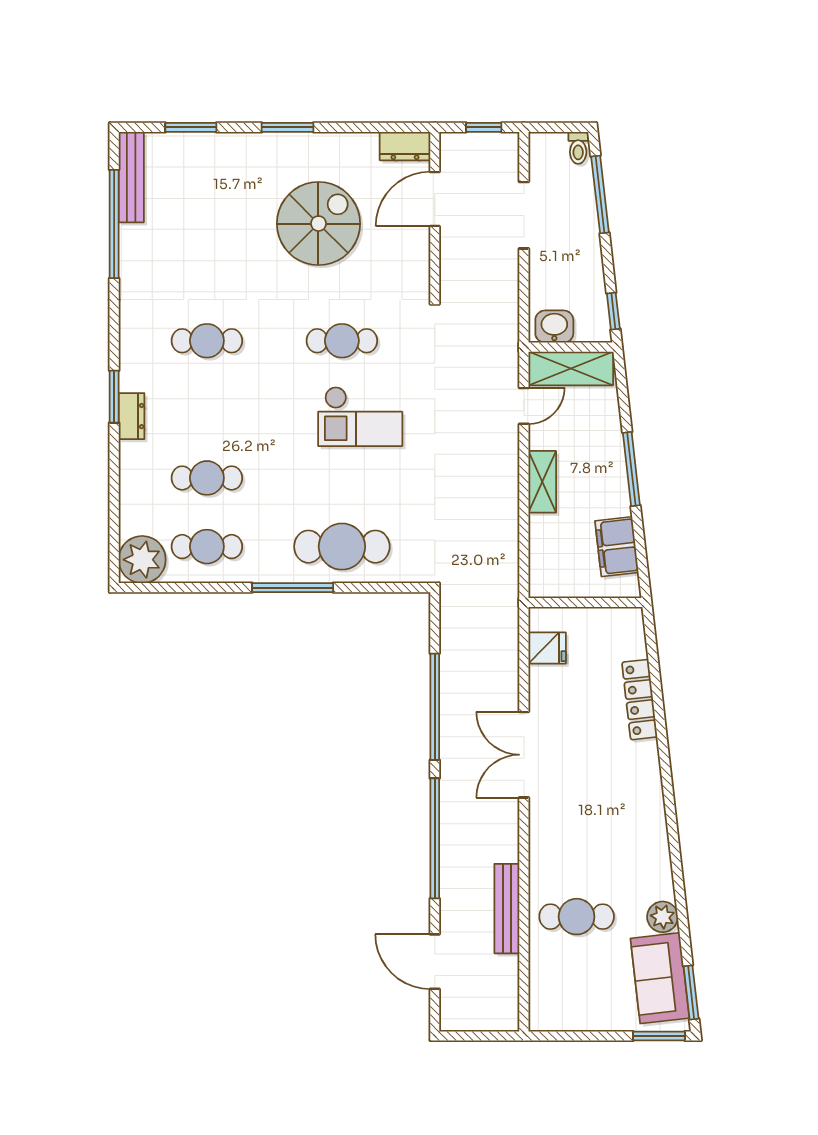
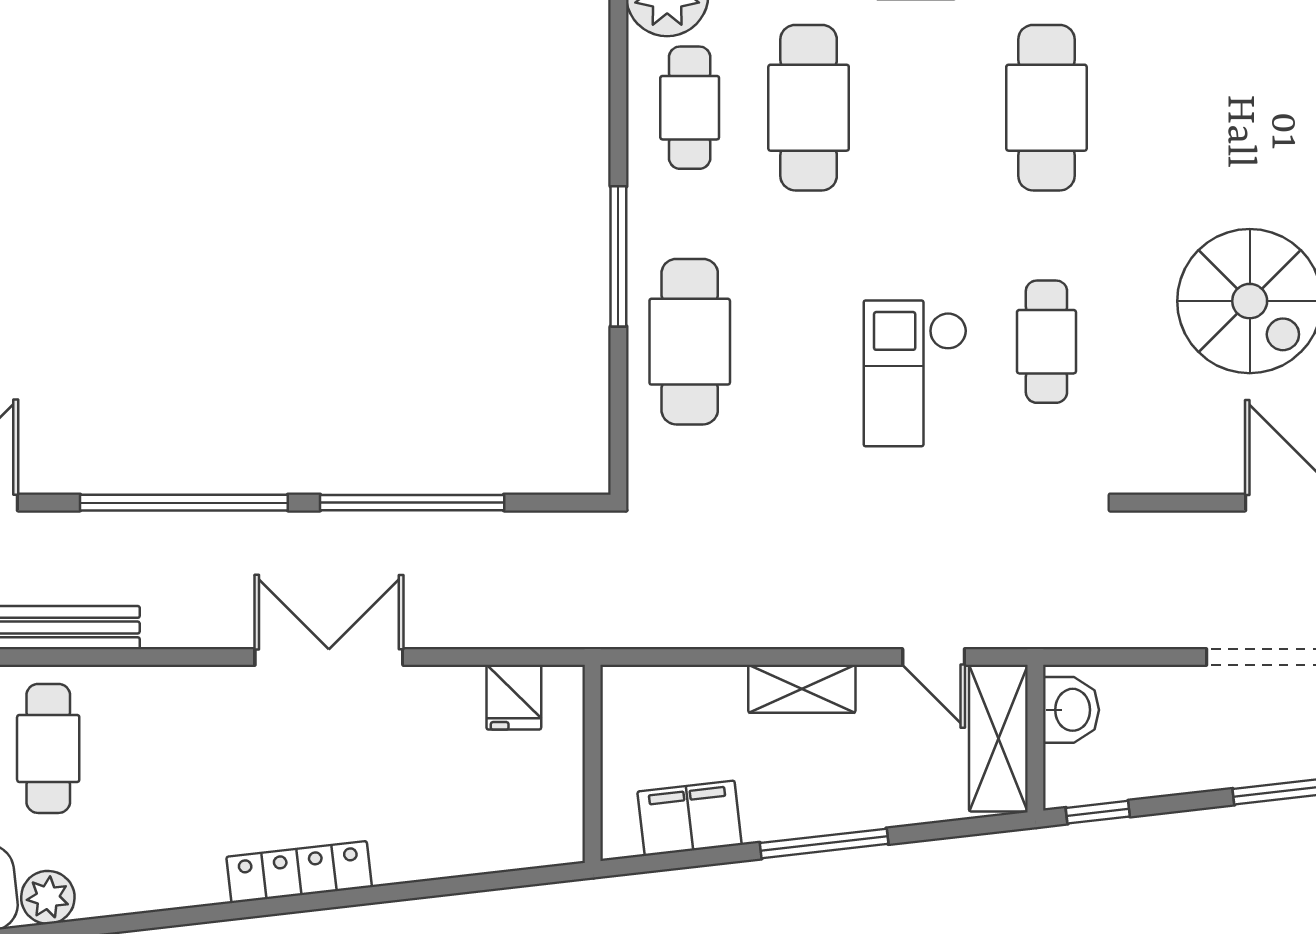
cafe table: (207, 341) -> (1046, 108), width x1.37, depth x1.35
cafe table: (207, 478) -> (809, 108), width x1.37, depth x1.35
locker: (640, 700) -> (299, 872), moved

